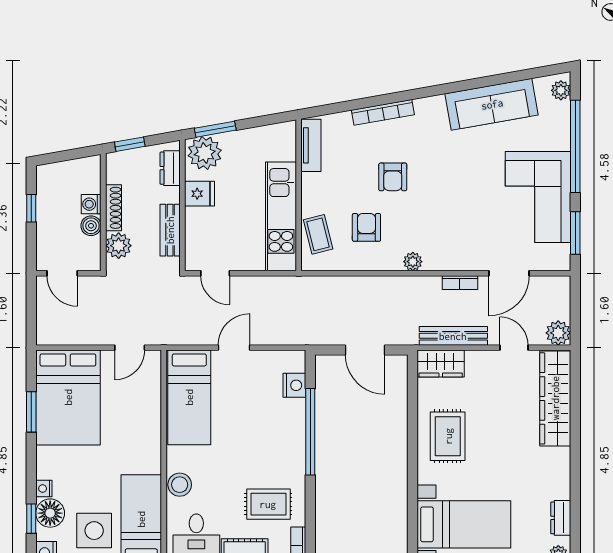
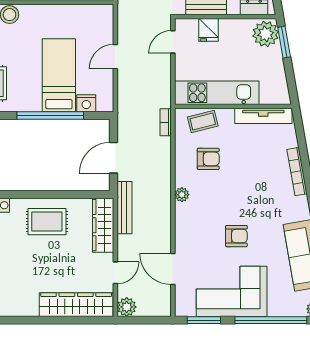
tv unit: (311, 145) -> (263, 116), width x1.41
armchair: (393, 177) -> (236, 236), moved, turned 180
fridge: (200, 194) -> (208, 30), moved
bookcase: (460, 283) -> (166, 122), moved
bench: (453, 336) -> (124, 208), moved
door: (234, 348) -> (115, 57), swing flipped
wardrobe: (441, 364) -> (103, 225), width x1.50
bed: (189, 397) -> (59, 75), moved, turned 90

